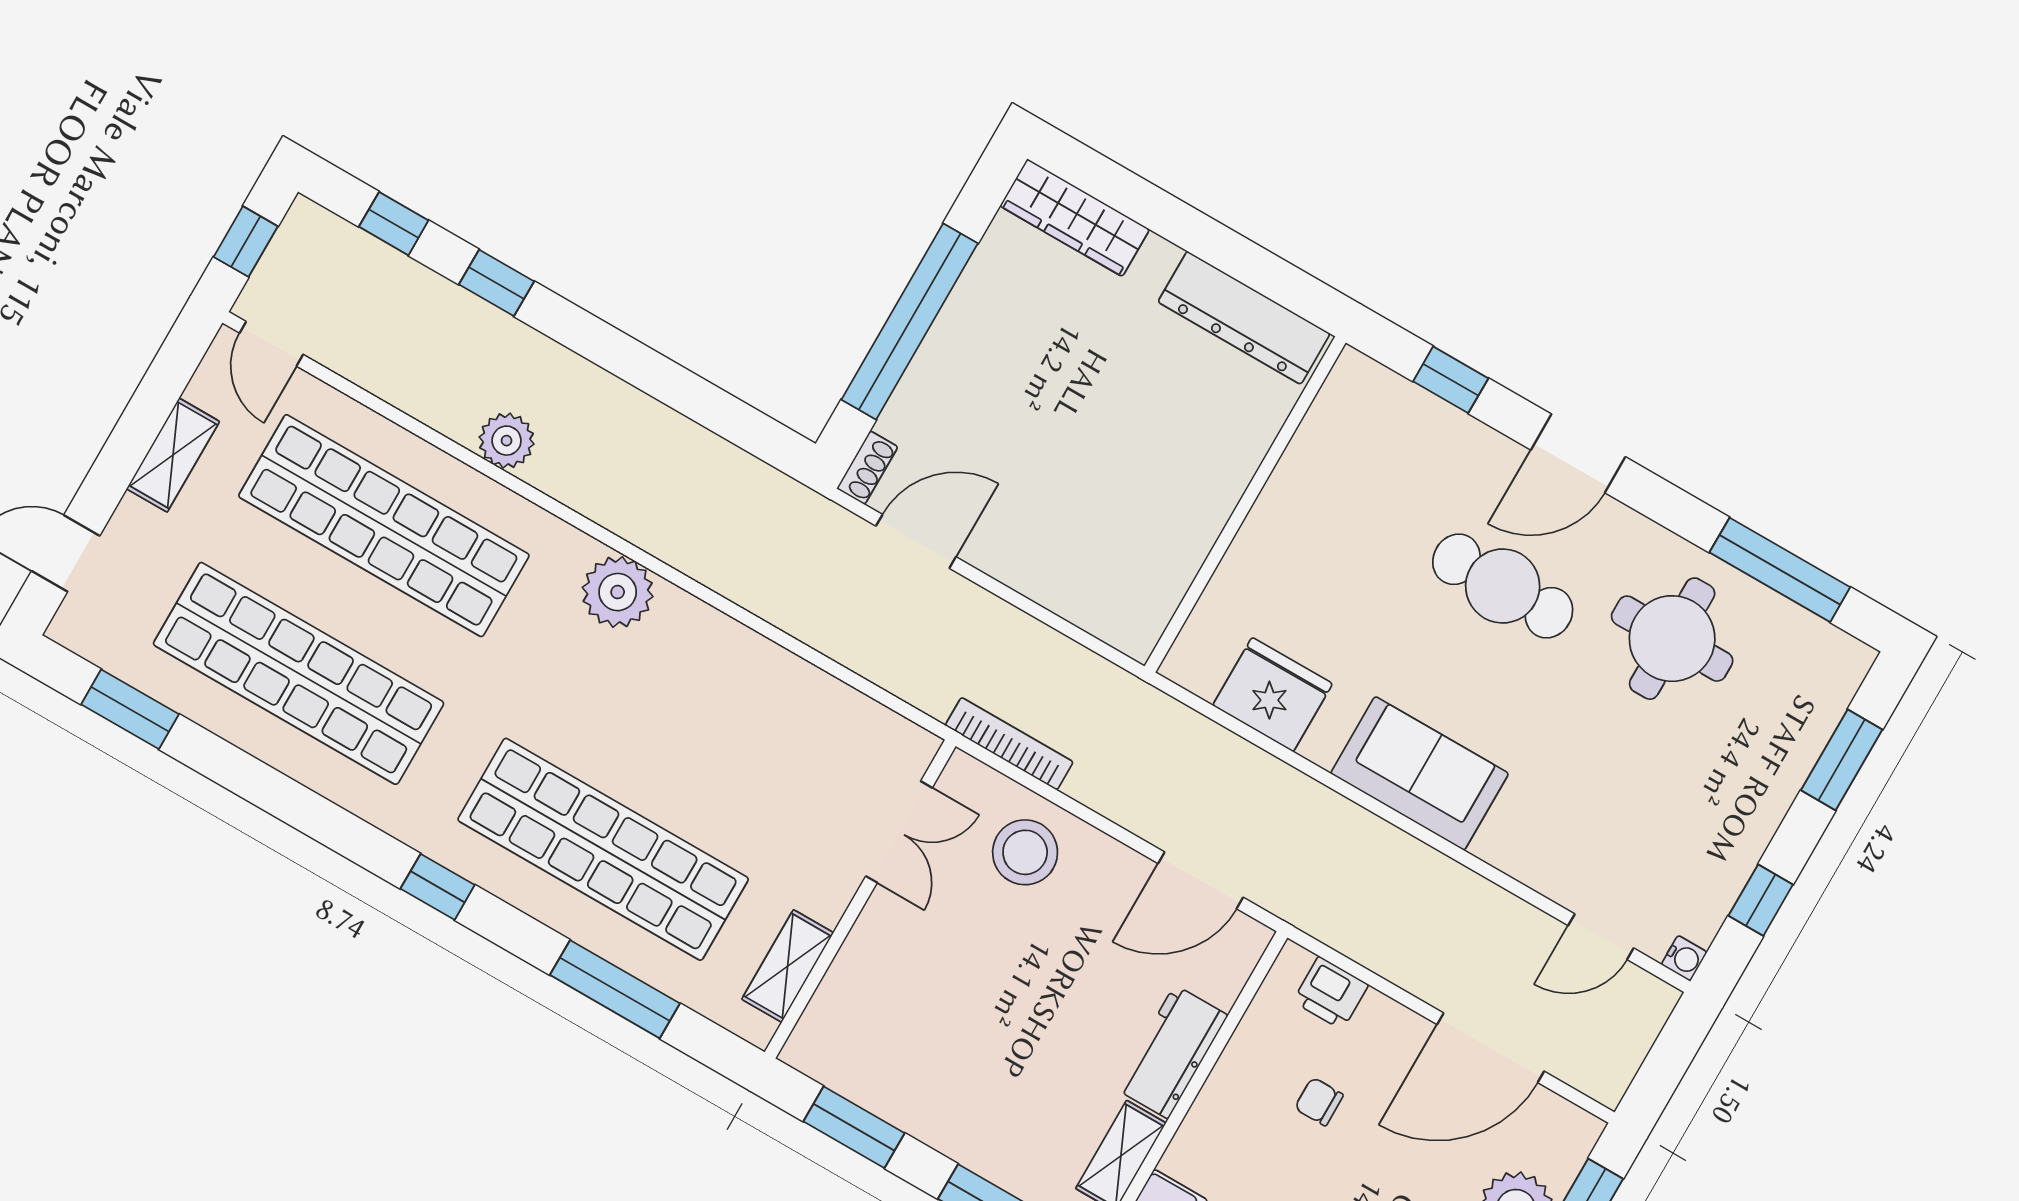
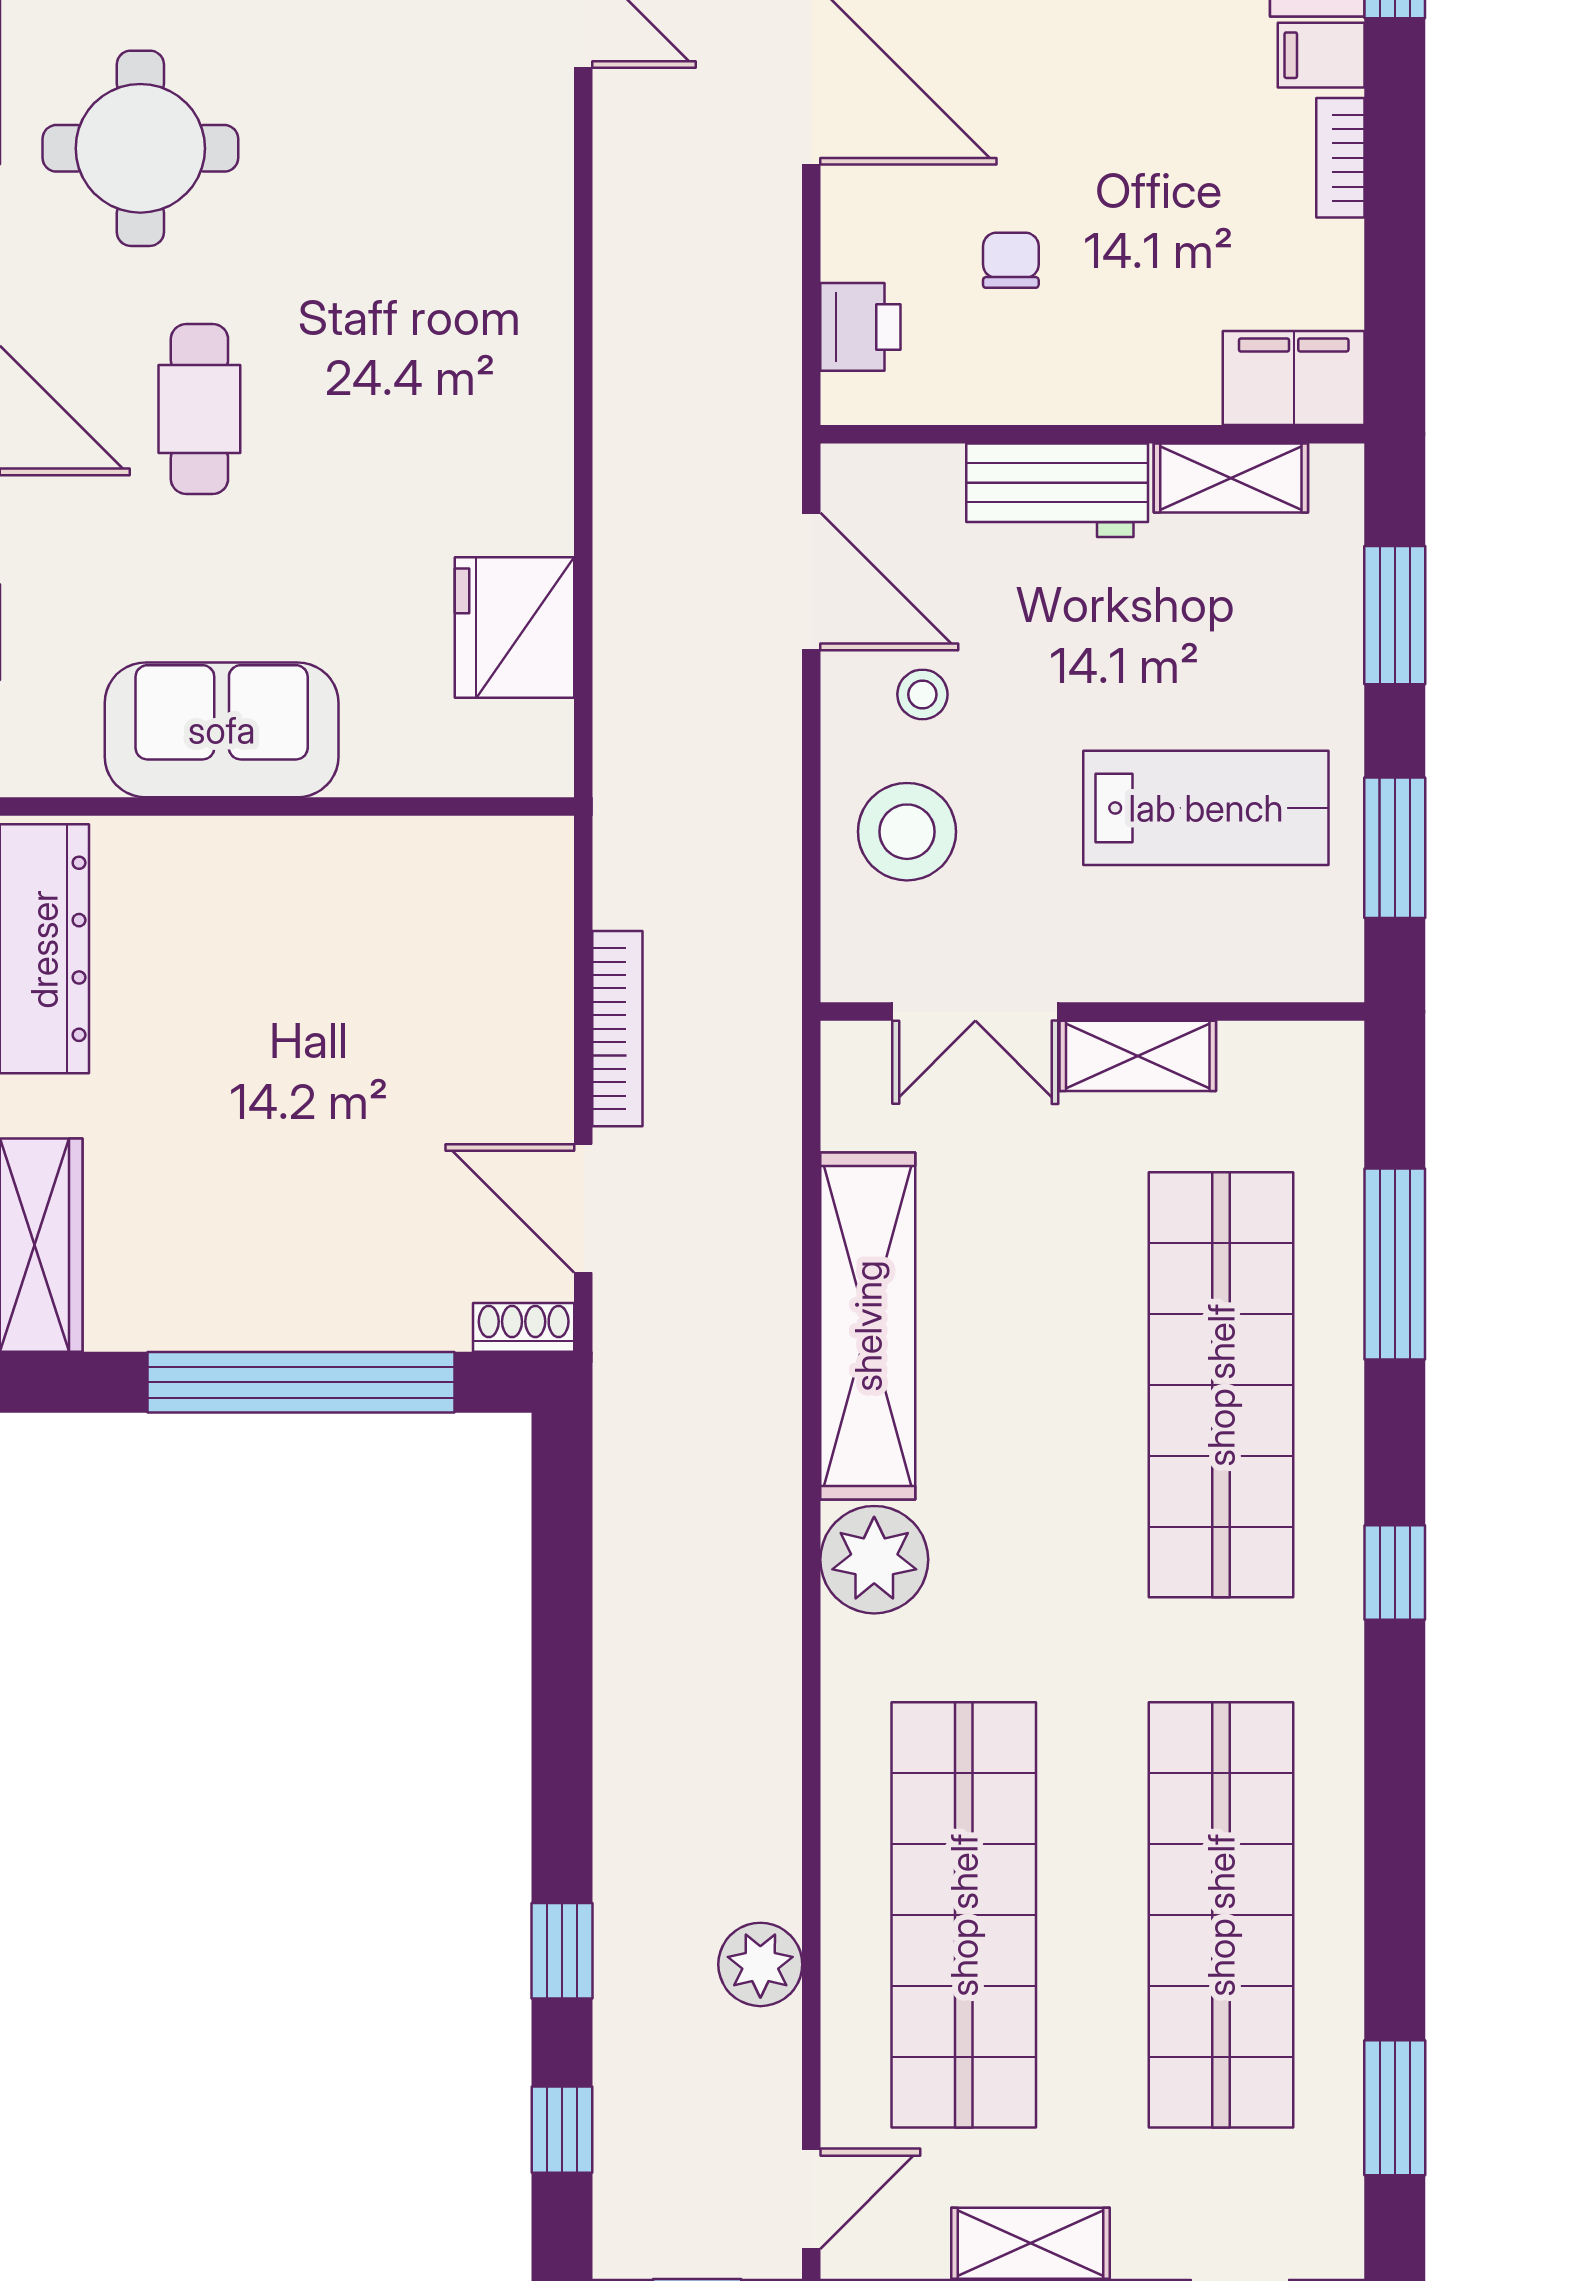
plant: (507, 441) -> (760, 1964), moved
cafe table: (1503, 586) -> (199, 409), width x0.73, depth x0.74
shelving: (754, 666) -> (868, 1326), added
bookcase: (1009, 744) -> (617, 1029), moved, turned 180
sofa: (1420, 773) -> (222, 730), moved, turned 90
double door: (899, 832) -> (975, 1012), swing flipped
stool: (1099, 907) -> (922, 694), added
shelving: (788, 966) -> (1138, 1056), moved
lab bench: (940, 1032) -> (1206, 808), added
chair: (1319, 1102) -> (1011, 260), turned 180

